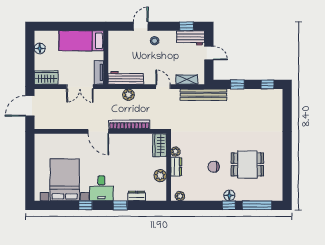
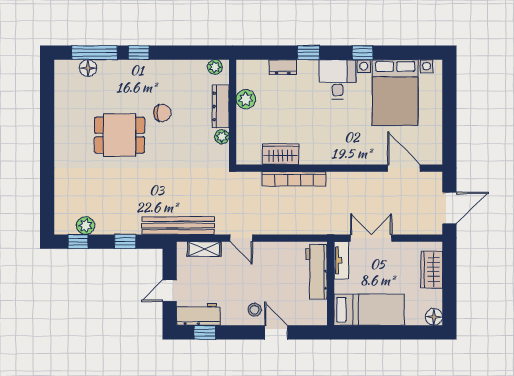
door: (141, 26) -> (276, 332), swing flipped
floor lamp: (40, 48) -> (434, 317), moved
door: (209, 53) -> (170, 291), hinge flipped
wardrobe: (46, 78) -> (432, 269), moved, turned 90
workbench: (126, 78) -> (317, 272), moved, turned 90
plant: (128, 95) -> (85, 226), moved
door: (98, 131) -> (404, 168), moved
wardrobe: (160, 145) -> (281, 154), moved, turned -90
dining table: (247, 164) -> (120, 135), moved
dresser: (176, 167) -> (221, 106), width x1.44
floor lamp: (229, 195) -> (88, 68), moved

